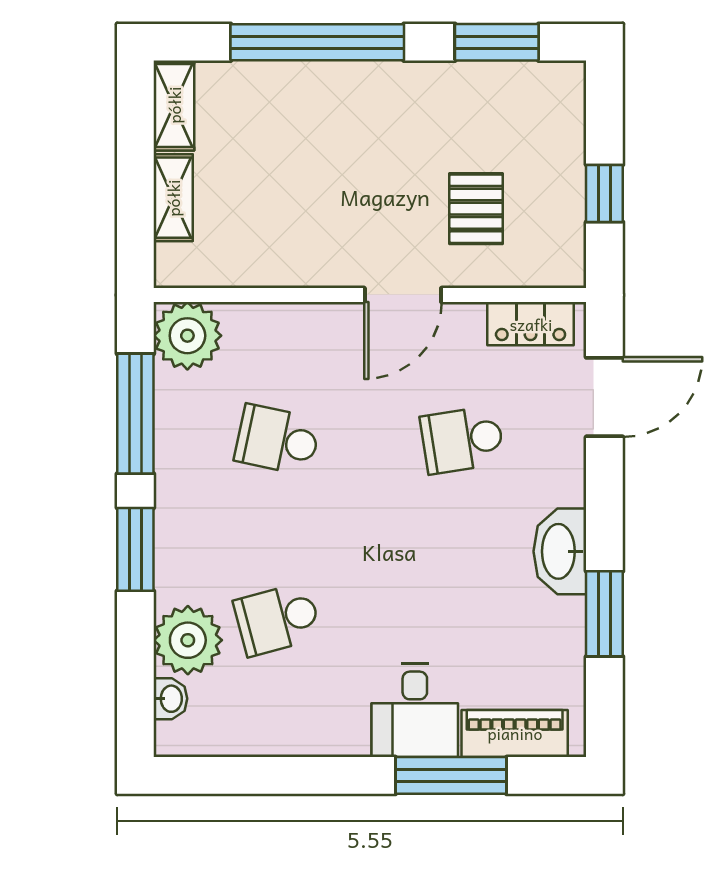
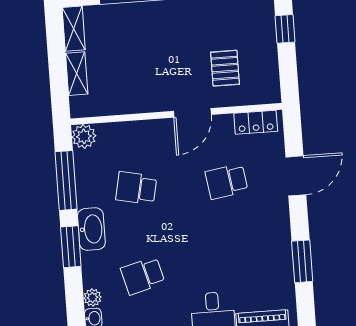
window: (604, 193) -> (285, 29), moved
plant: (187, 336) -> (84, 136), width x0.73, depth x0.73
door: (604, 397) -> (296, 176), moved
washbasin: (560, 551) -> (91, 229), moved, turned 180
plant: (188, 640) -> (92, 298), width x0.53, depth x0.53

